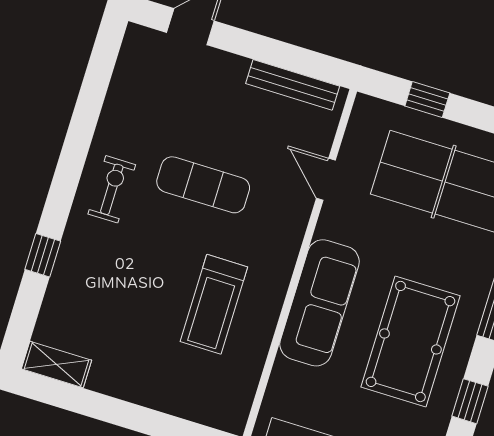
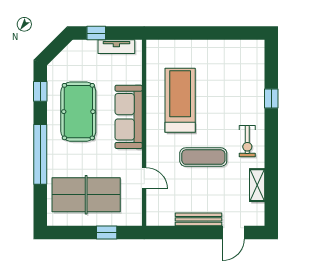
bench: (293, 85) -> (198, 219), moved
treadmill: (214, 304) -> (180, 100), width x1.37, depth x1.38
shelving: (57, 364) -> (257, 185), moved, turned 90

